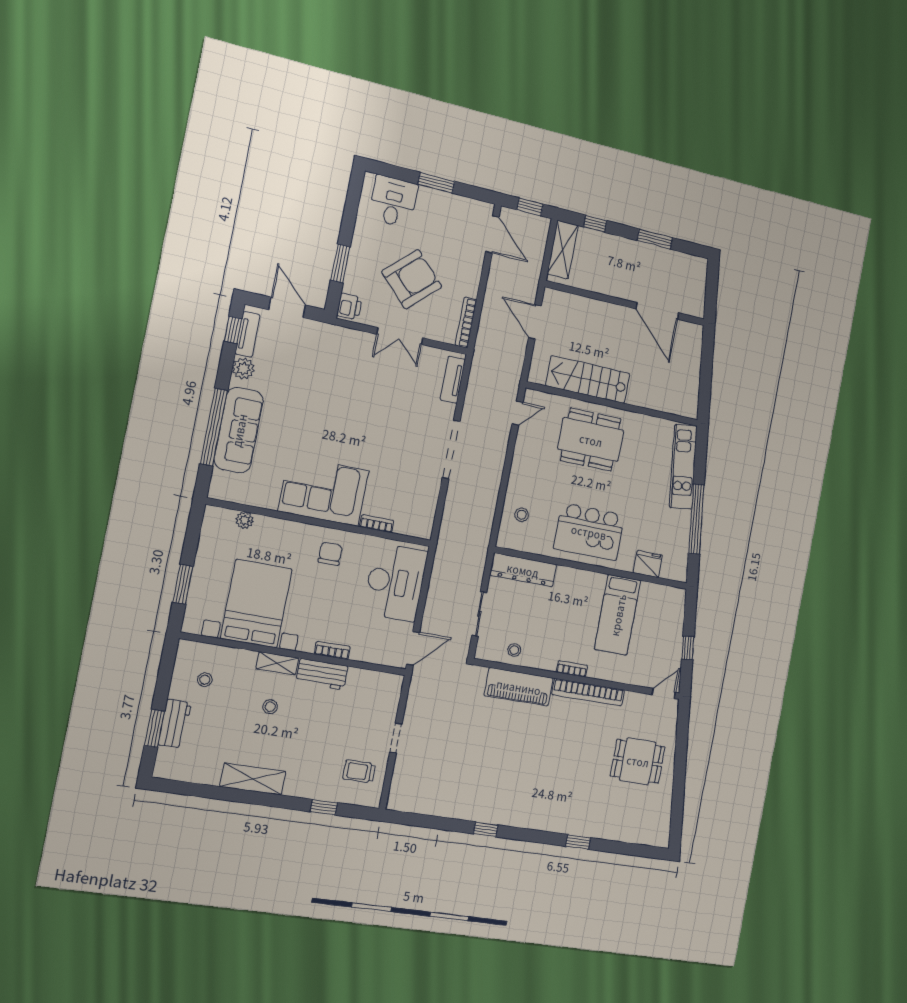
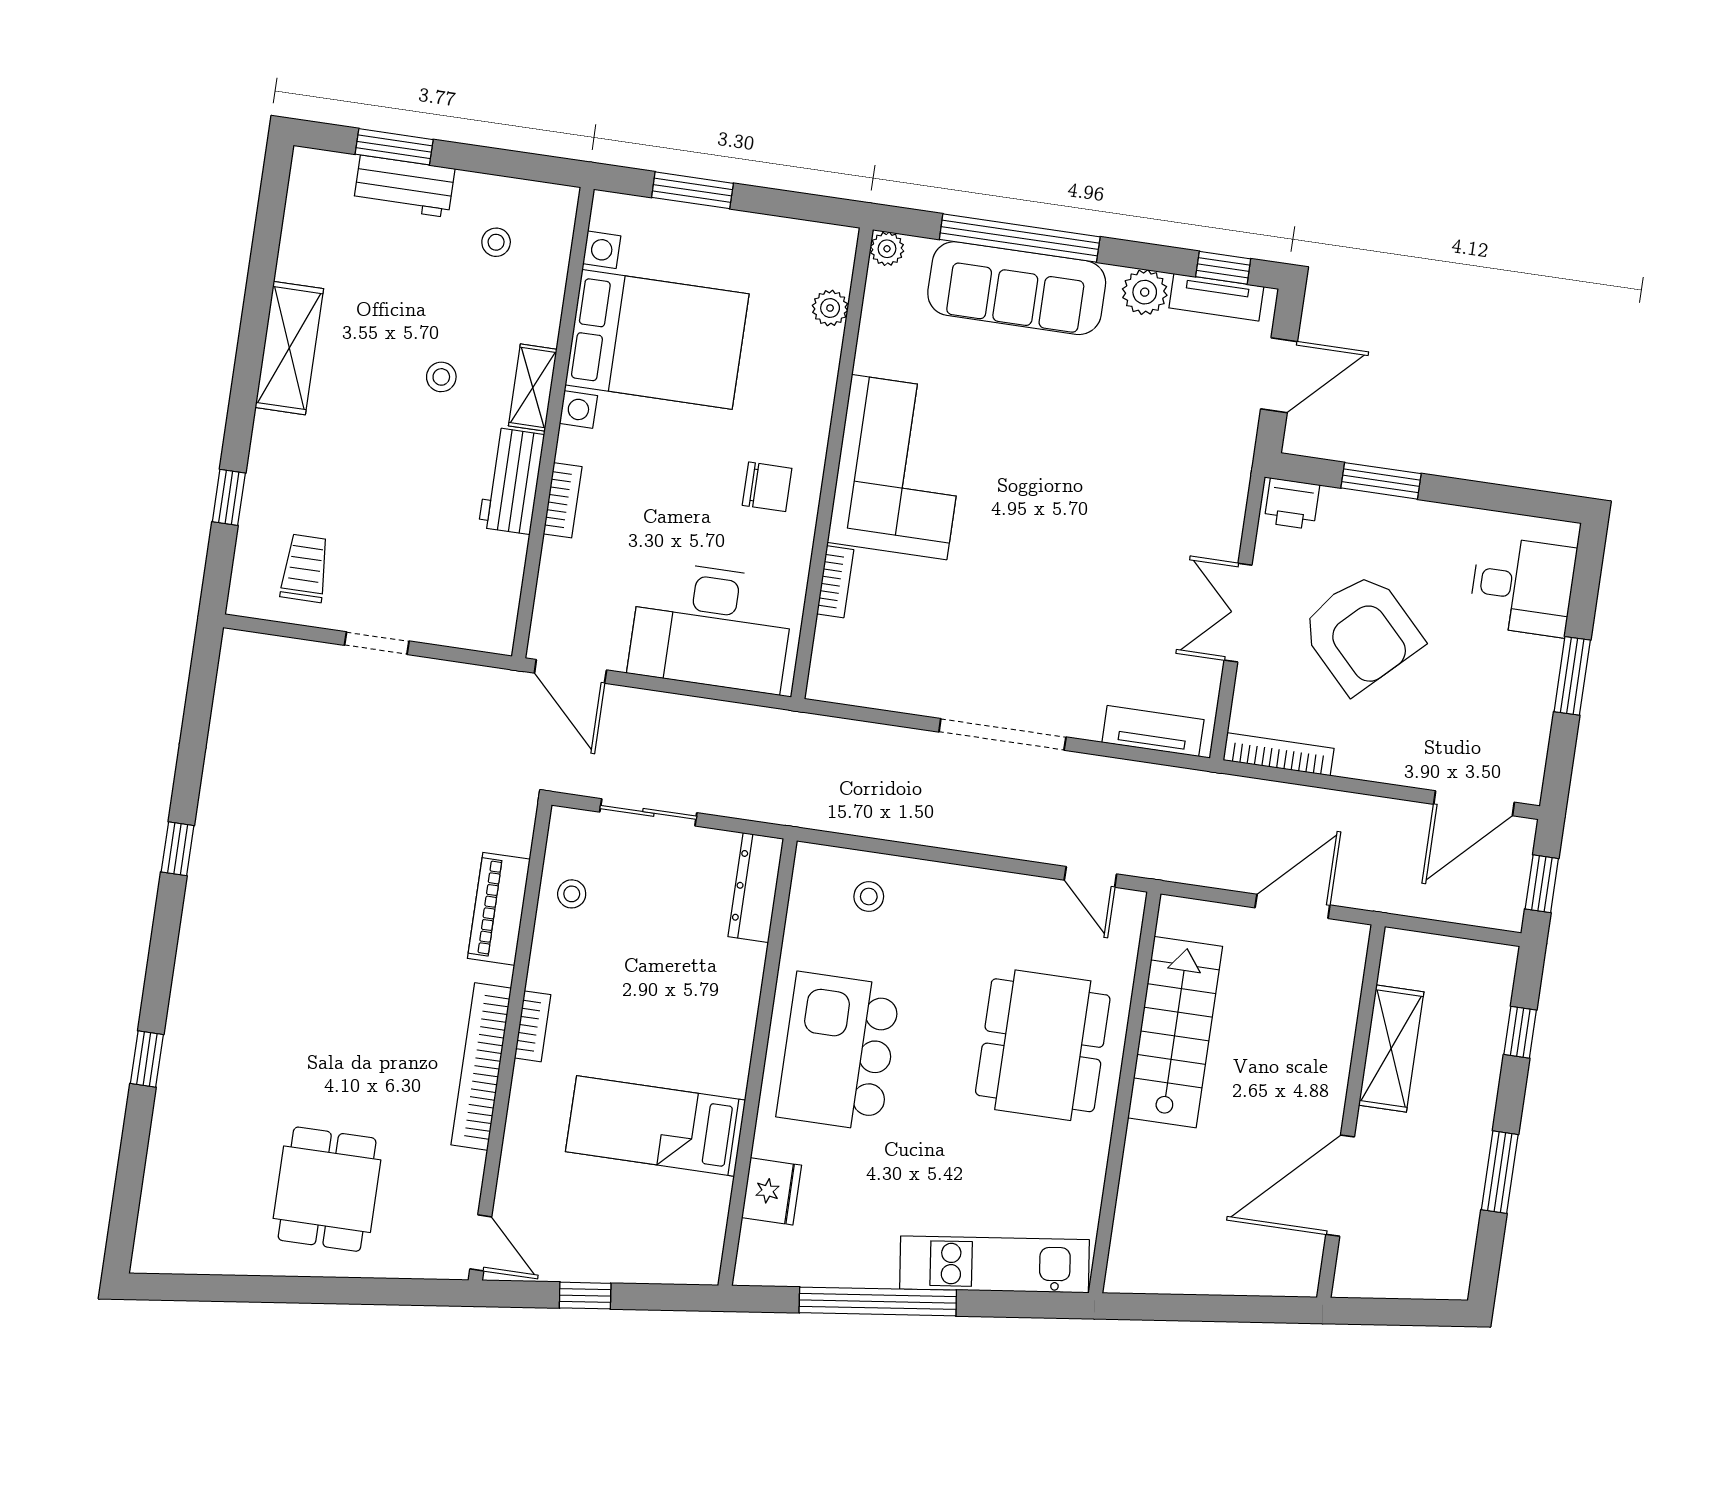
shelving: (563, 250) -> (1391, 1048), moved, turned 90
plant: (216, 491) -> (887, 249), added
dresser: (523, 570) -> (756, 888), width x0.73, depth x0.80
piano: (519, 687) -> (499, 909), width x0.73, depth x0.75

